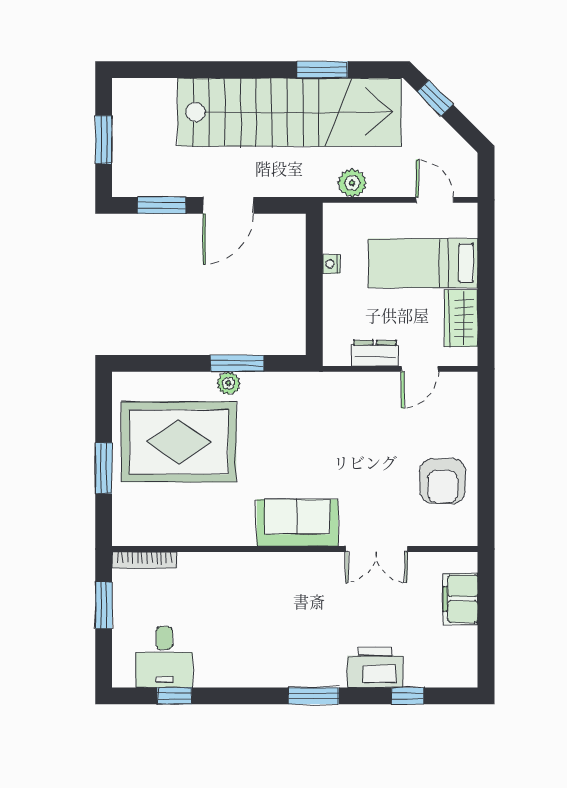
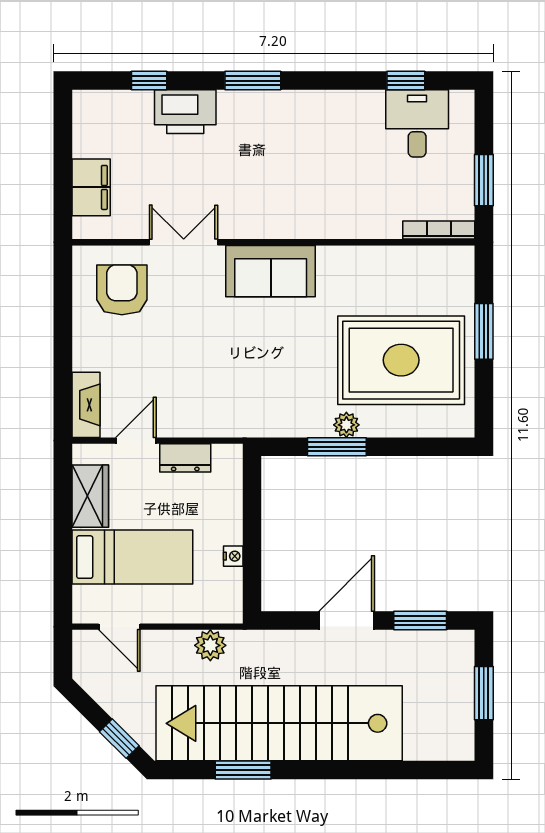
fireplace: (465, 401) -> (86, 405), added
armchair: (443, 481) -> (122, 290), moved

